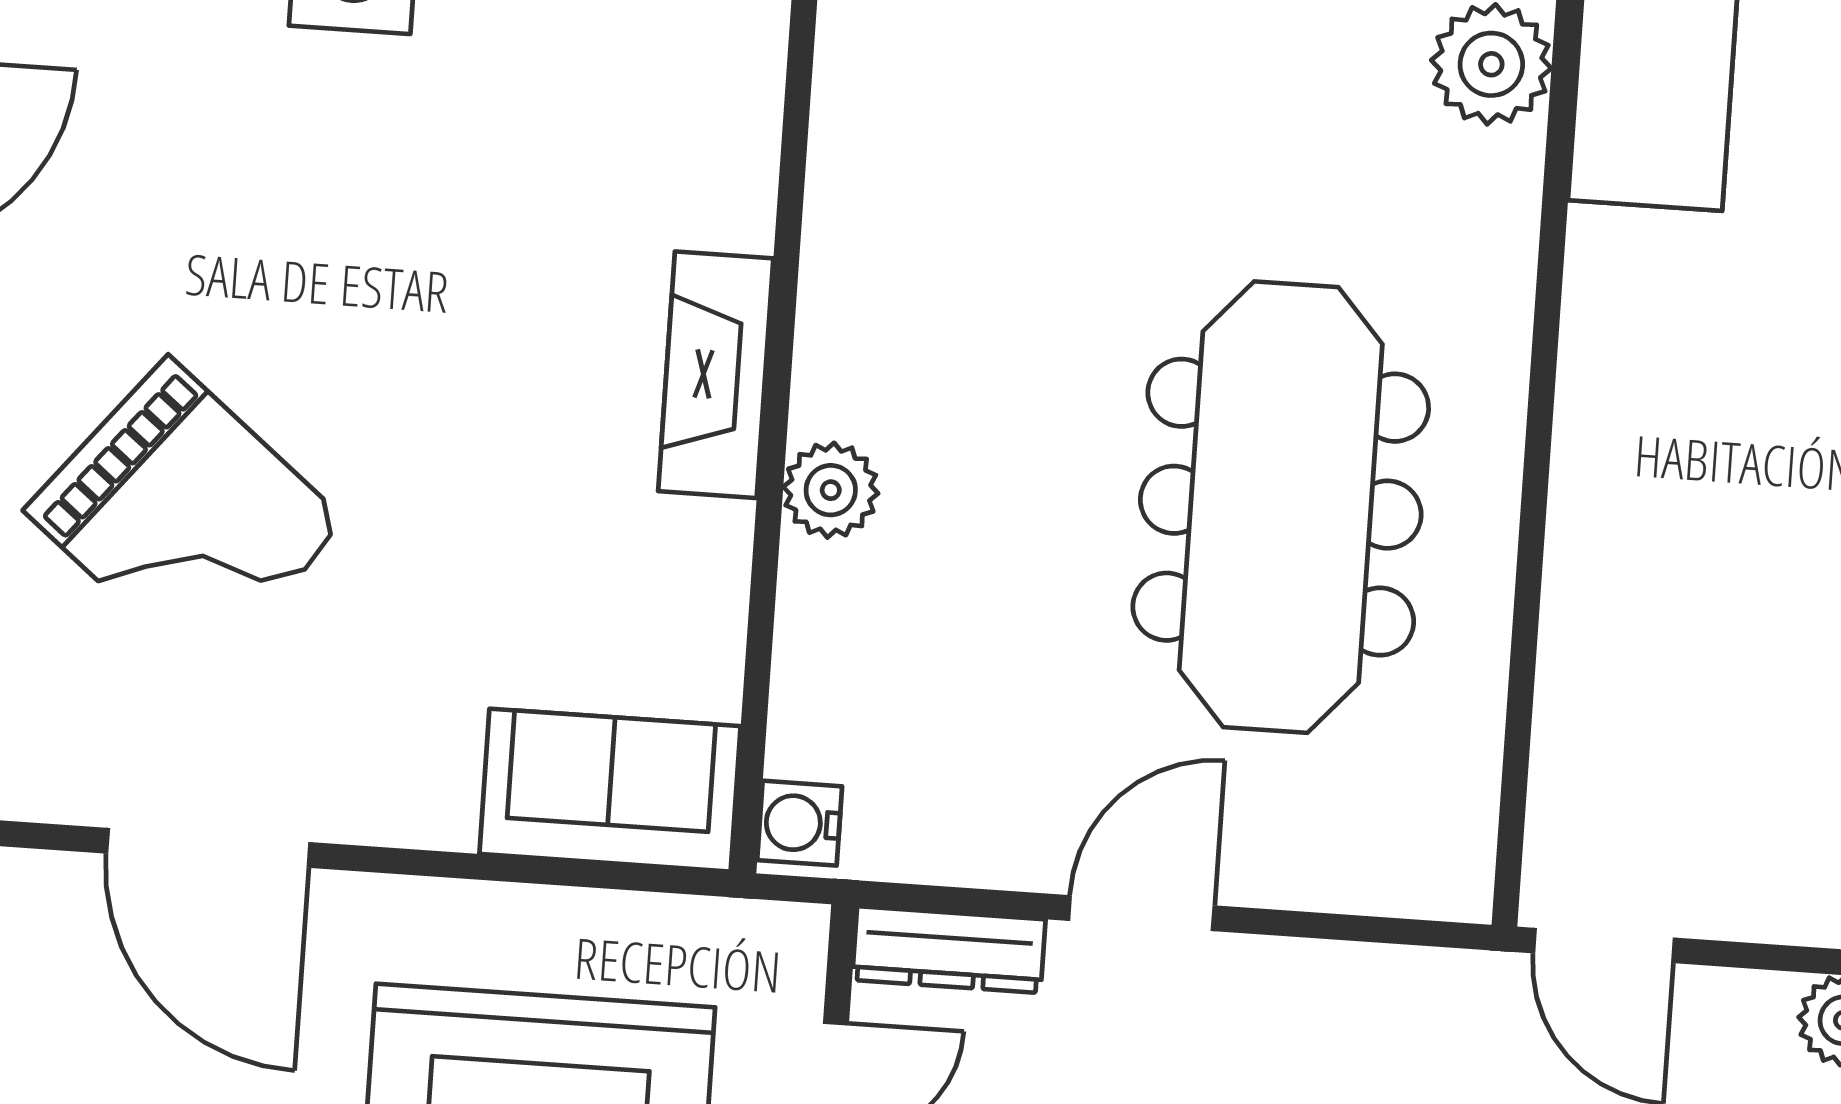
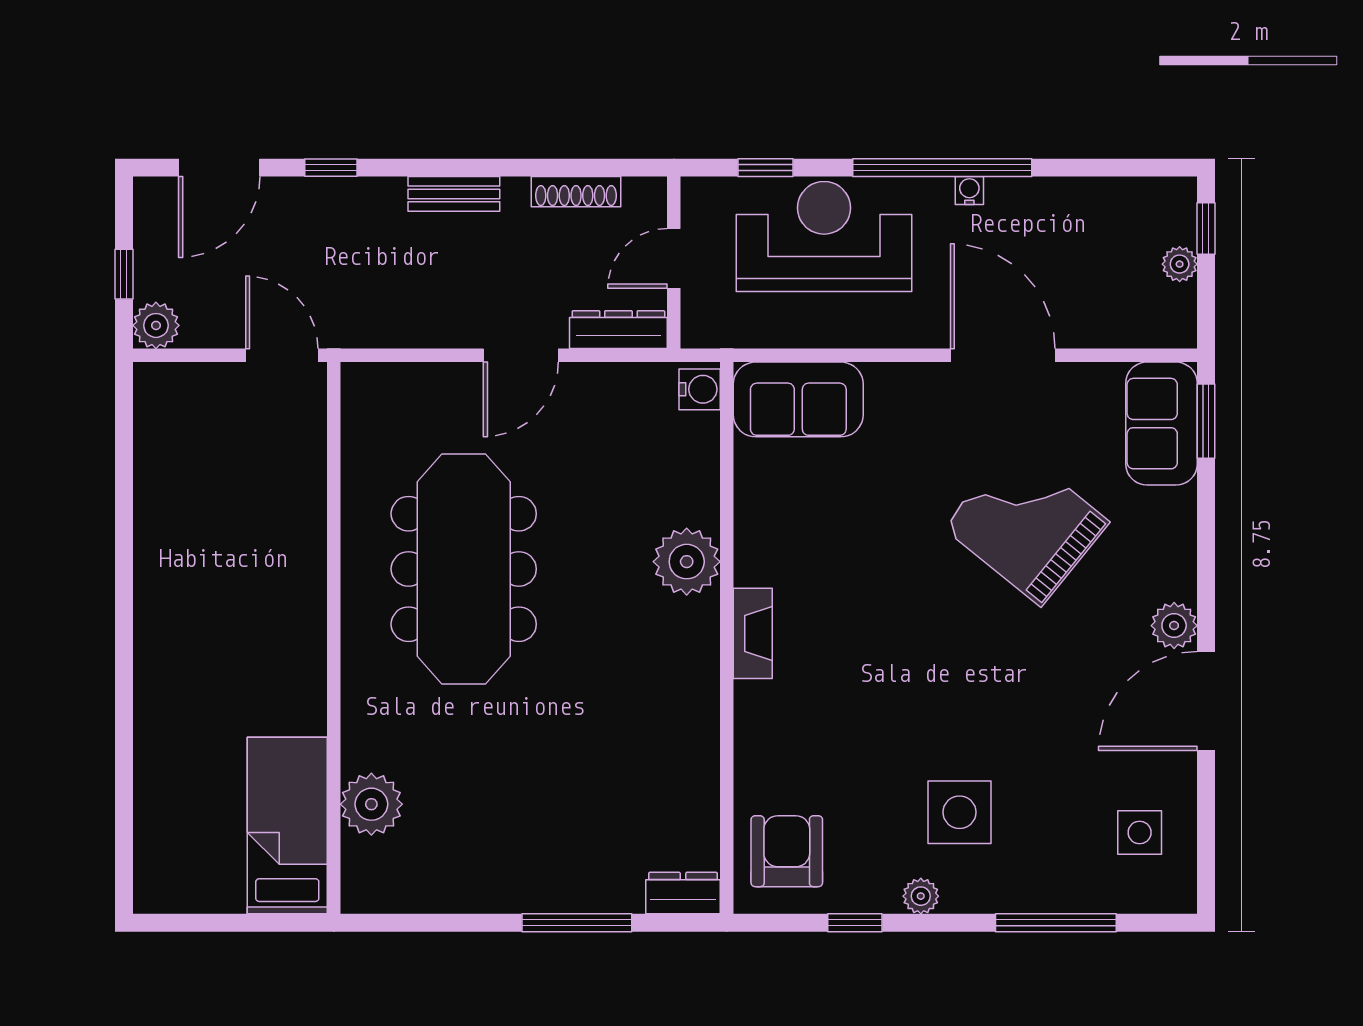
fireplace: (716, 375) -> (753, 633), width x0.73, depth x0.76
plant: (831, 490) -> (687, 562), width x1.36, depth x1.36

